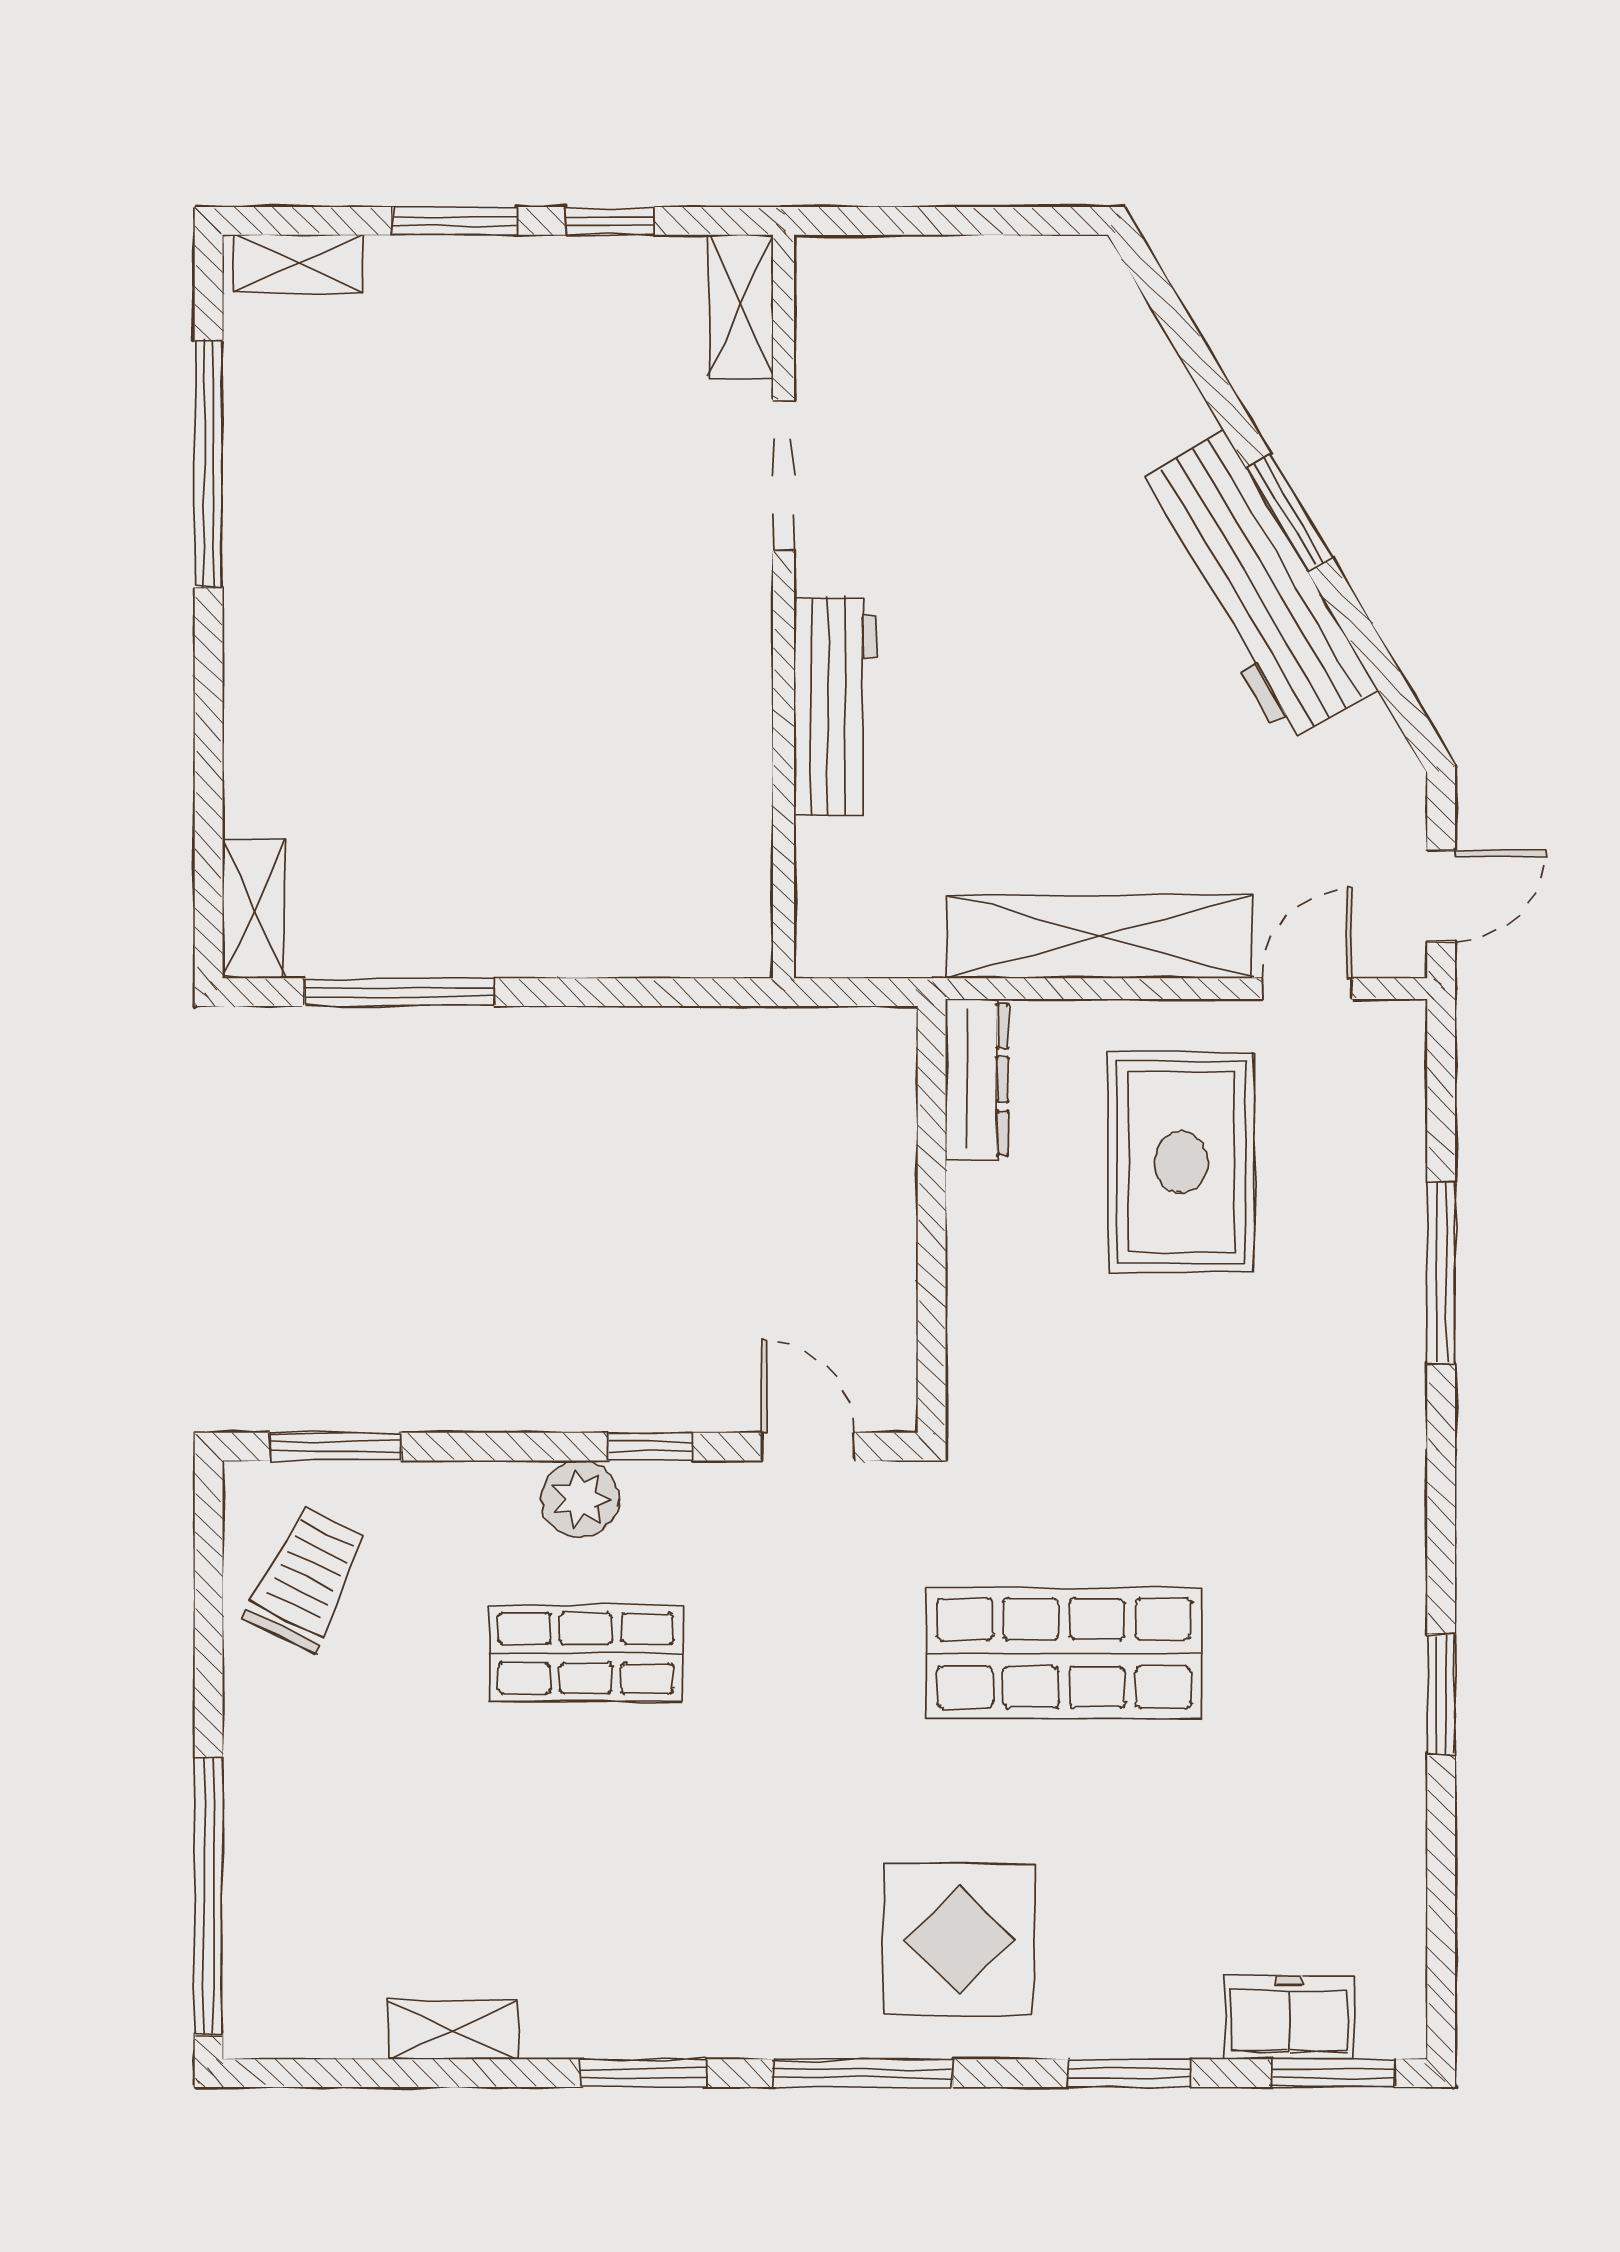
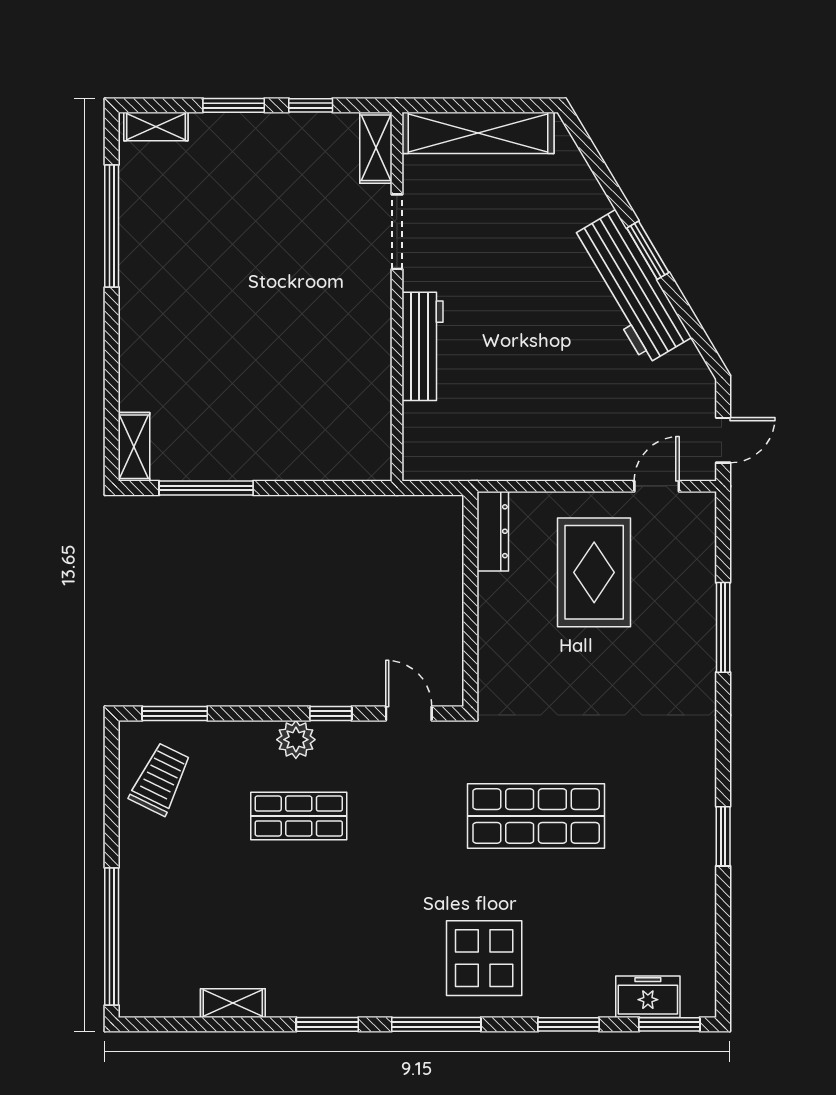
shelving: (1100, 937) -> (478, 133), moved

